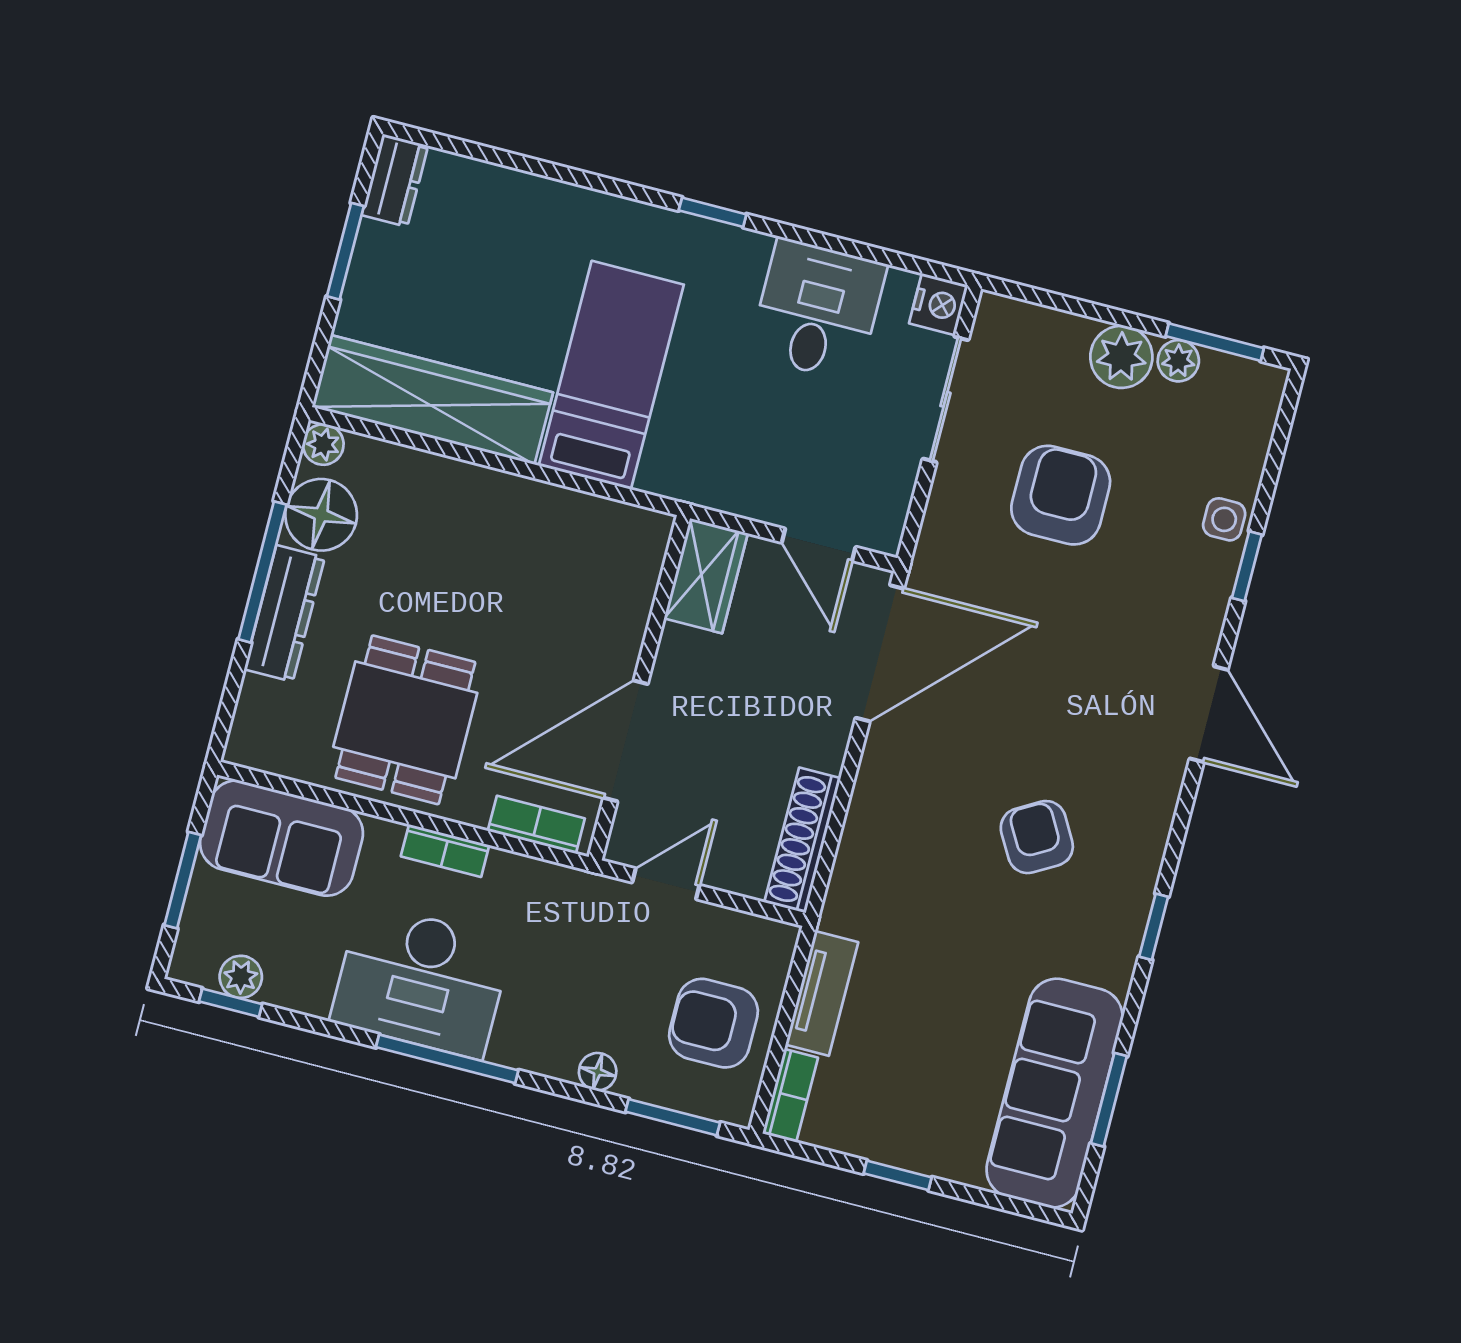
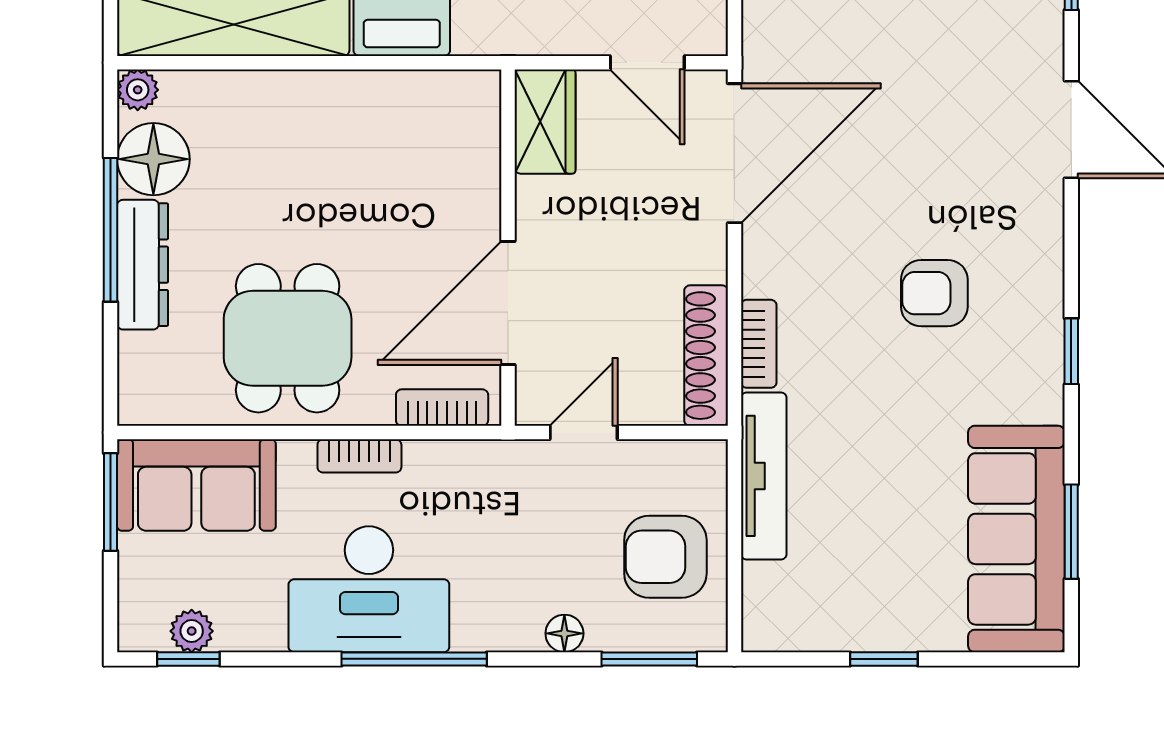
armchair: (1037, 837) -> (934, 293), turned -60
window: (183, 880) -> (111, 502), moved
tv unit: (822, 993) -> (764, 476), width x1.41
bookcase: (790, 1096) -> (759, 344), moved

